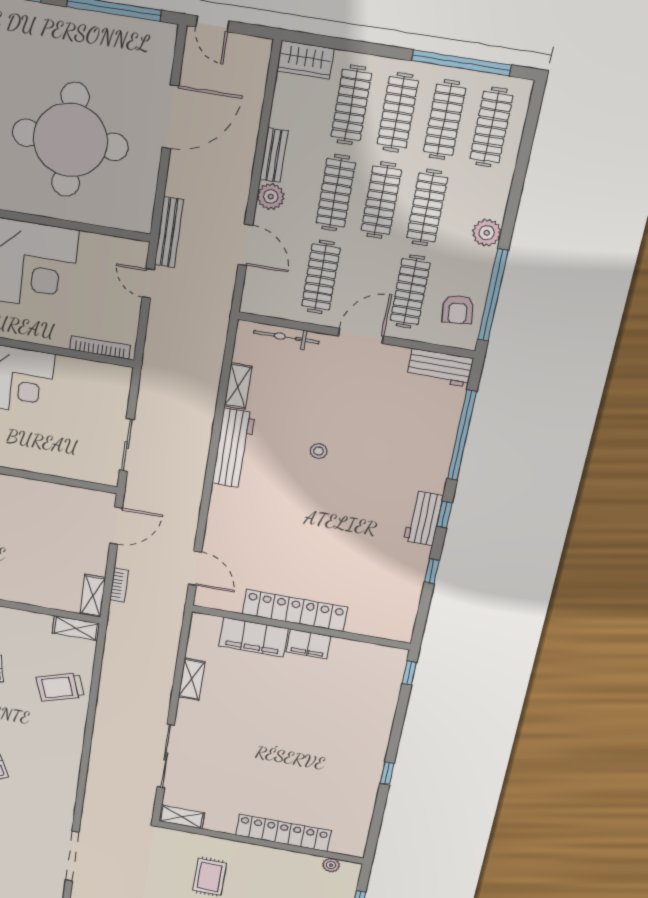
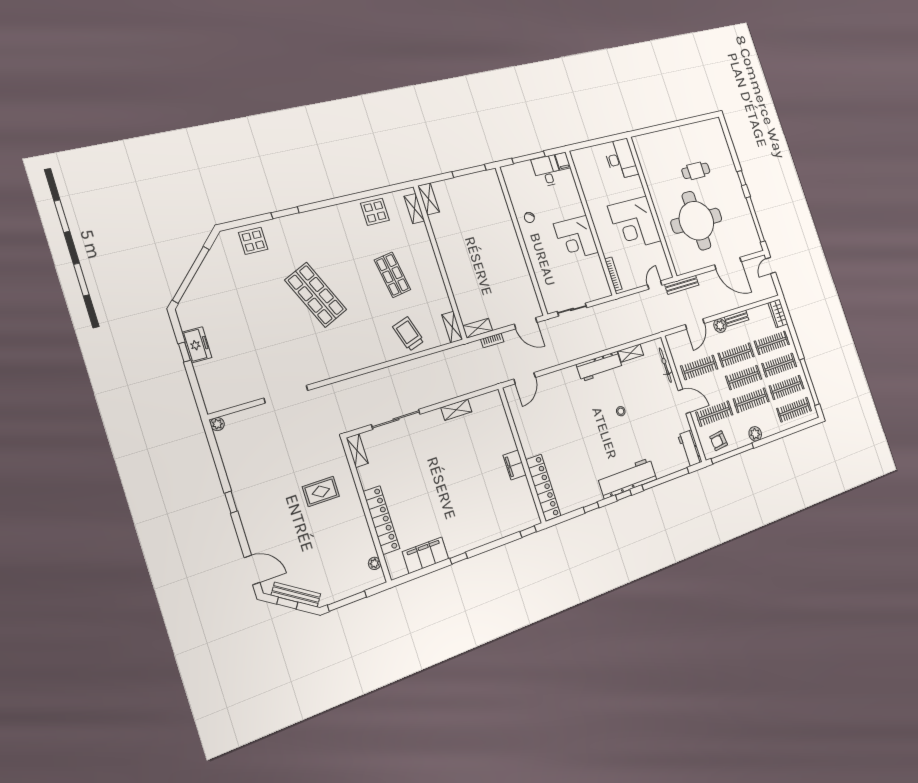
workbench: (423, 518) -> (627, 478), width x1.88, depth x1.32
locker: (295, 611) -> (543, 488), moved
filing cabinet: (253, 637) -> (426, 555), moved, turned 90

